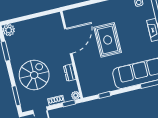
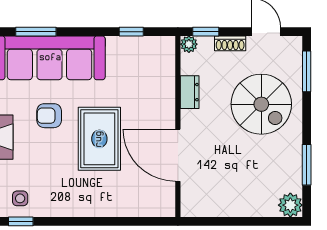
door: (68, 41) -> (178, 155), hinge flipped
armchair: (134, 45) -> (49, 116), added
spiral stairs: (34, 75) -> (261, 104), turned -90

